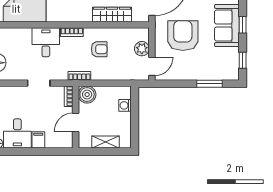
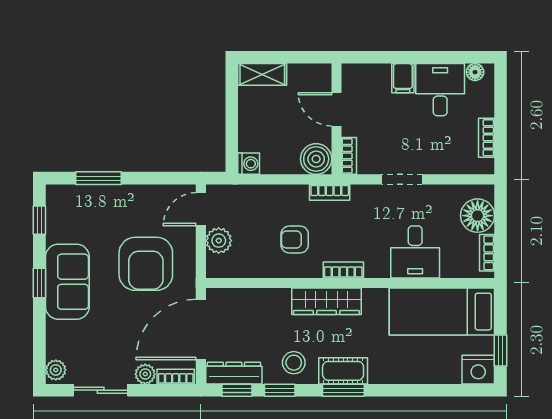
wardrobe: (112, 15) -> (326, 301), moved
desk: (46, 42) -> (415, 252), moved
washing machine: (125, 105) -> (249, 164), moved
door: (76, 122) -> (337, 109), swing flipped
shelving: (106, 142) -> (262, 74), moved

